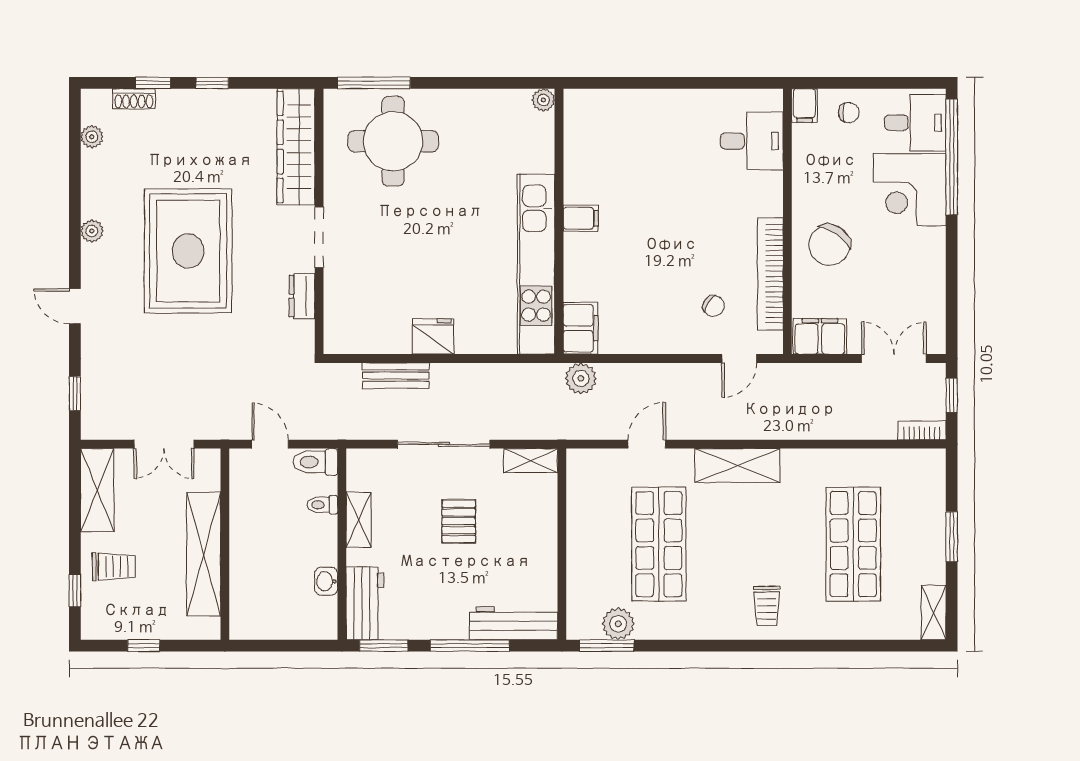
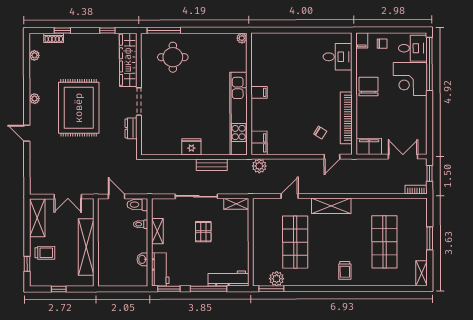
window: (212, 83) -> (107, 30), moved
round table: (393, 141) -> (173, 57), width x0.73, depth x0.73
chair: (829, 245) -> (368, 86), moved, turned 145
bench: (396, 376) -> (212, 165), moved
window: (75, 393) -> (27, 173), removed

